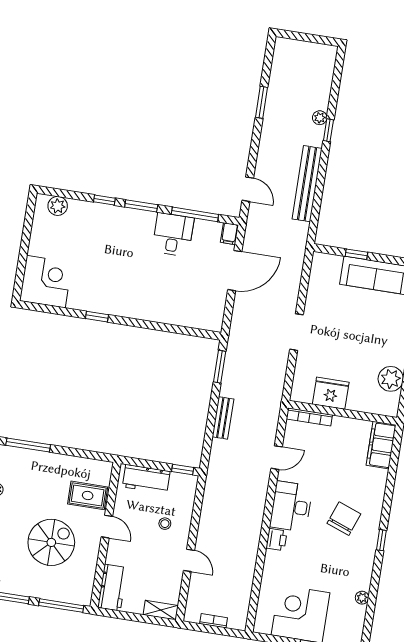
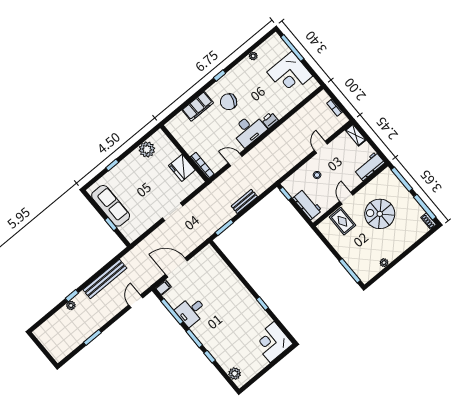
filing cabinet: (381, 445) -> (198, 106), moved

